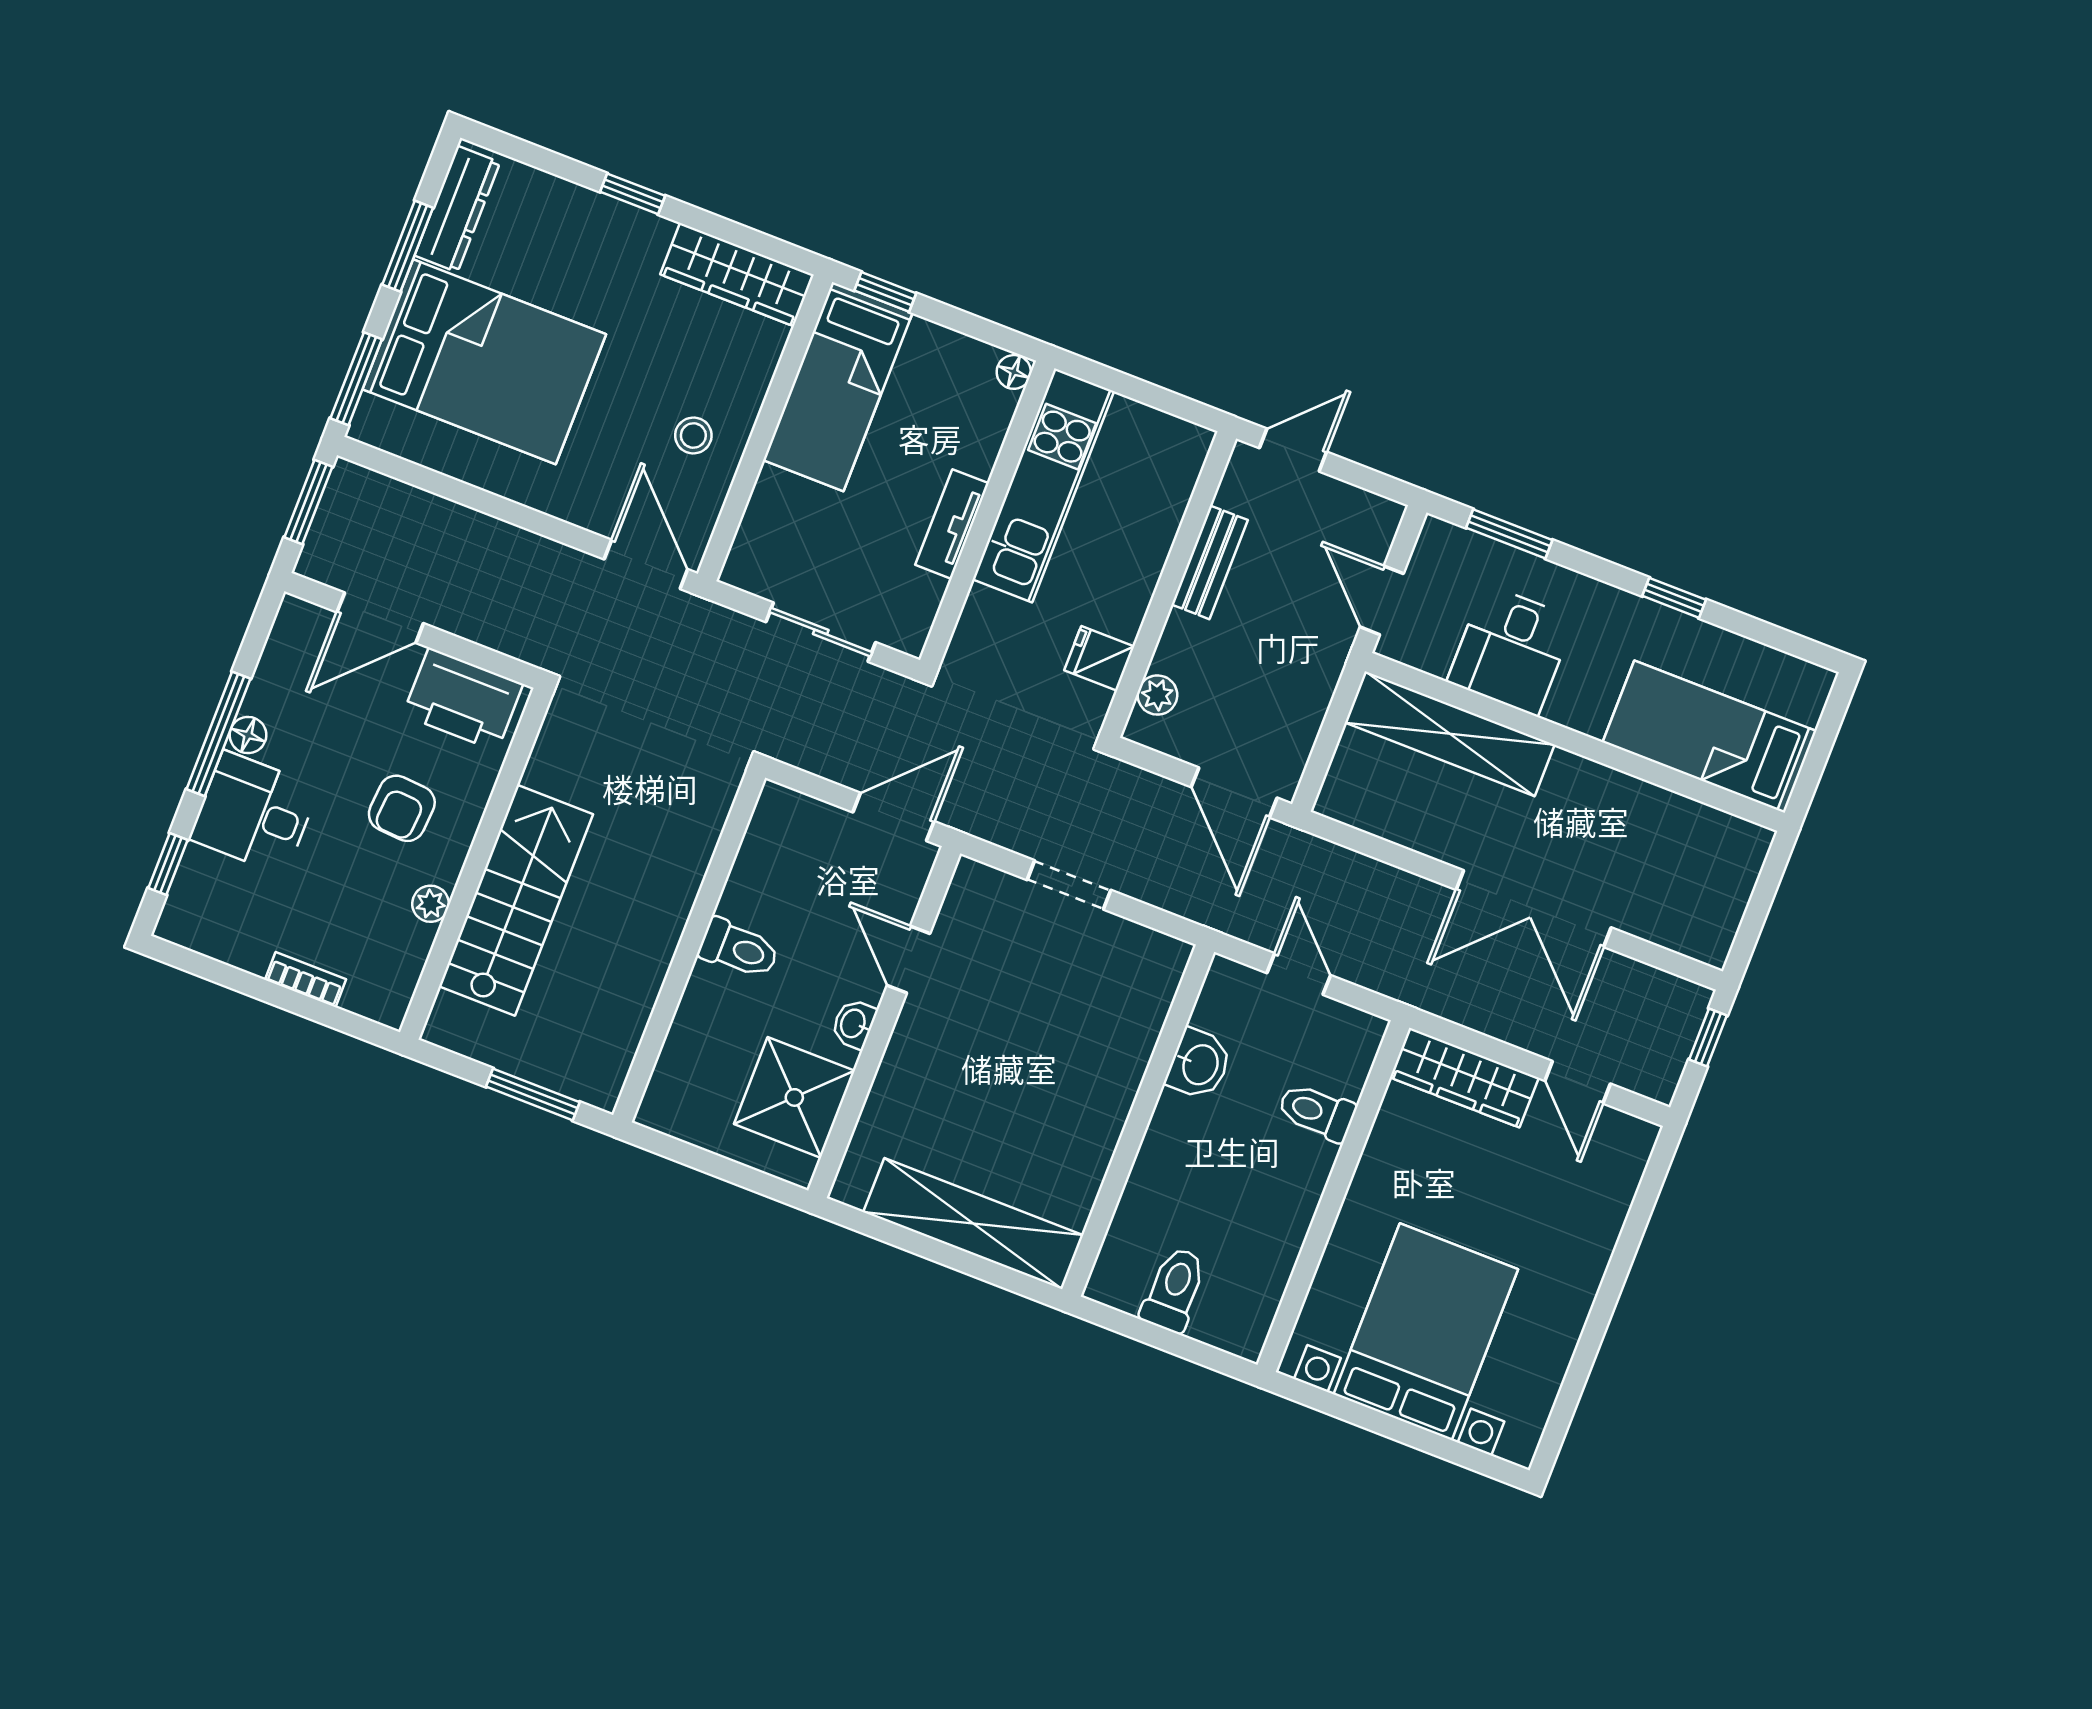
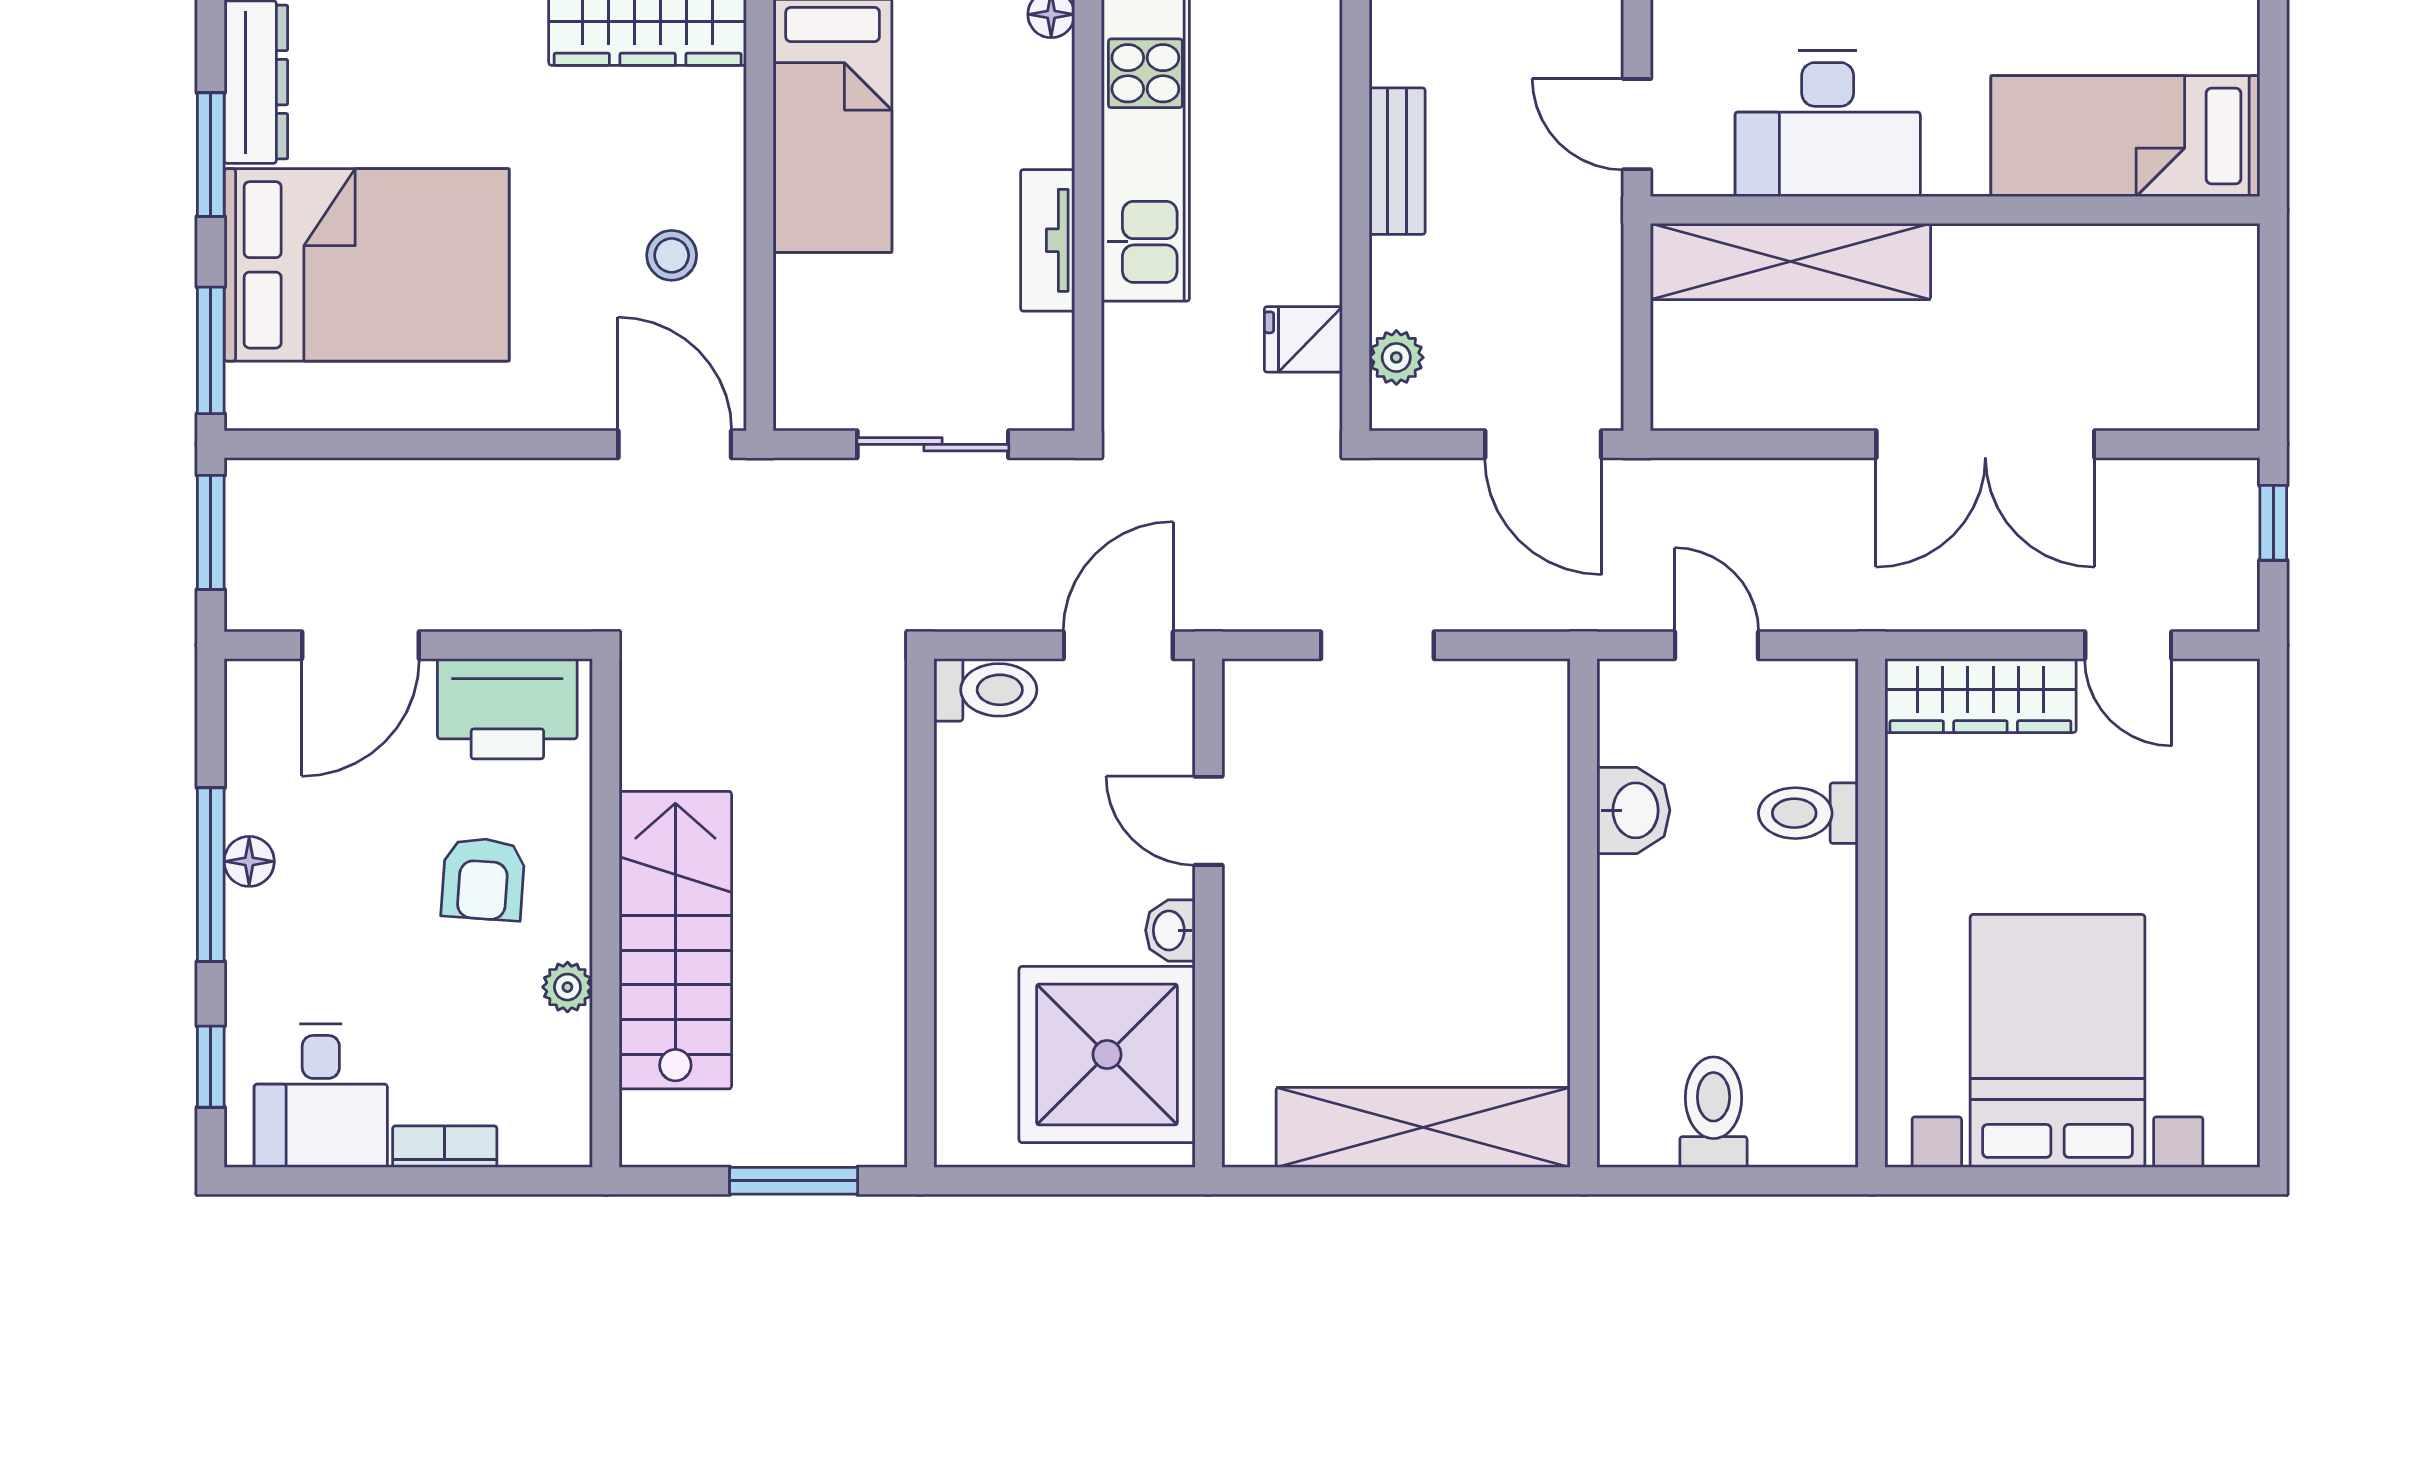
desk: (1511, 650) -> (1828, 124), width x1.37
desk: (254, 813) -> (321, 1096), moved, turned -90
toilet: (739, 949) -> (985, 690), moved
shower: (794, 1097) -> (1107, 1055), width x1.37, depth x1.37

